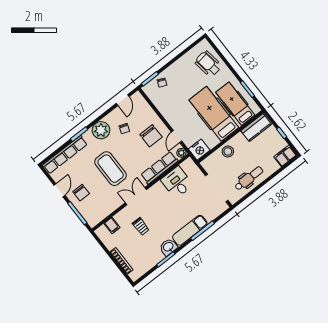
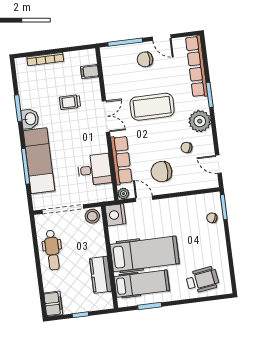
kitchen counter: (256, 128) -> (101, 275), moved
stool: (228, 151) -> (92, 216), moved
exam couch: (190, 230) -> (39, 161), width x1.36, depth x1.45

